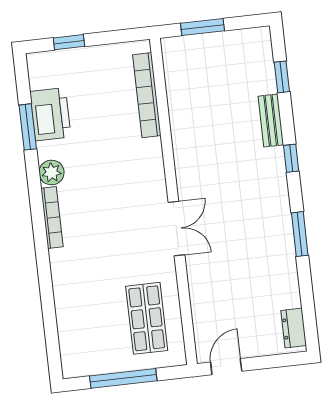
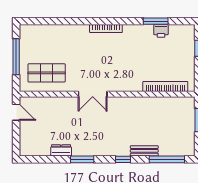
window: (282, 77) -> (167, 159), width x2.17
printer: (50, 114) -> (161, 31), width x0.53, depth x0.68
plant: (52, 172) -> (130, 31), removed
dresser: (294, 328) -> (61, 150), moved

